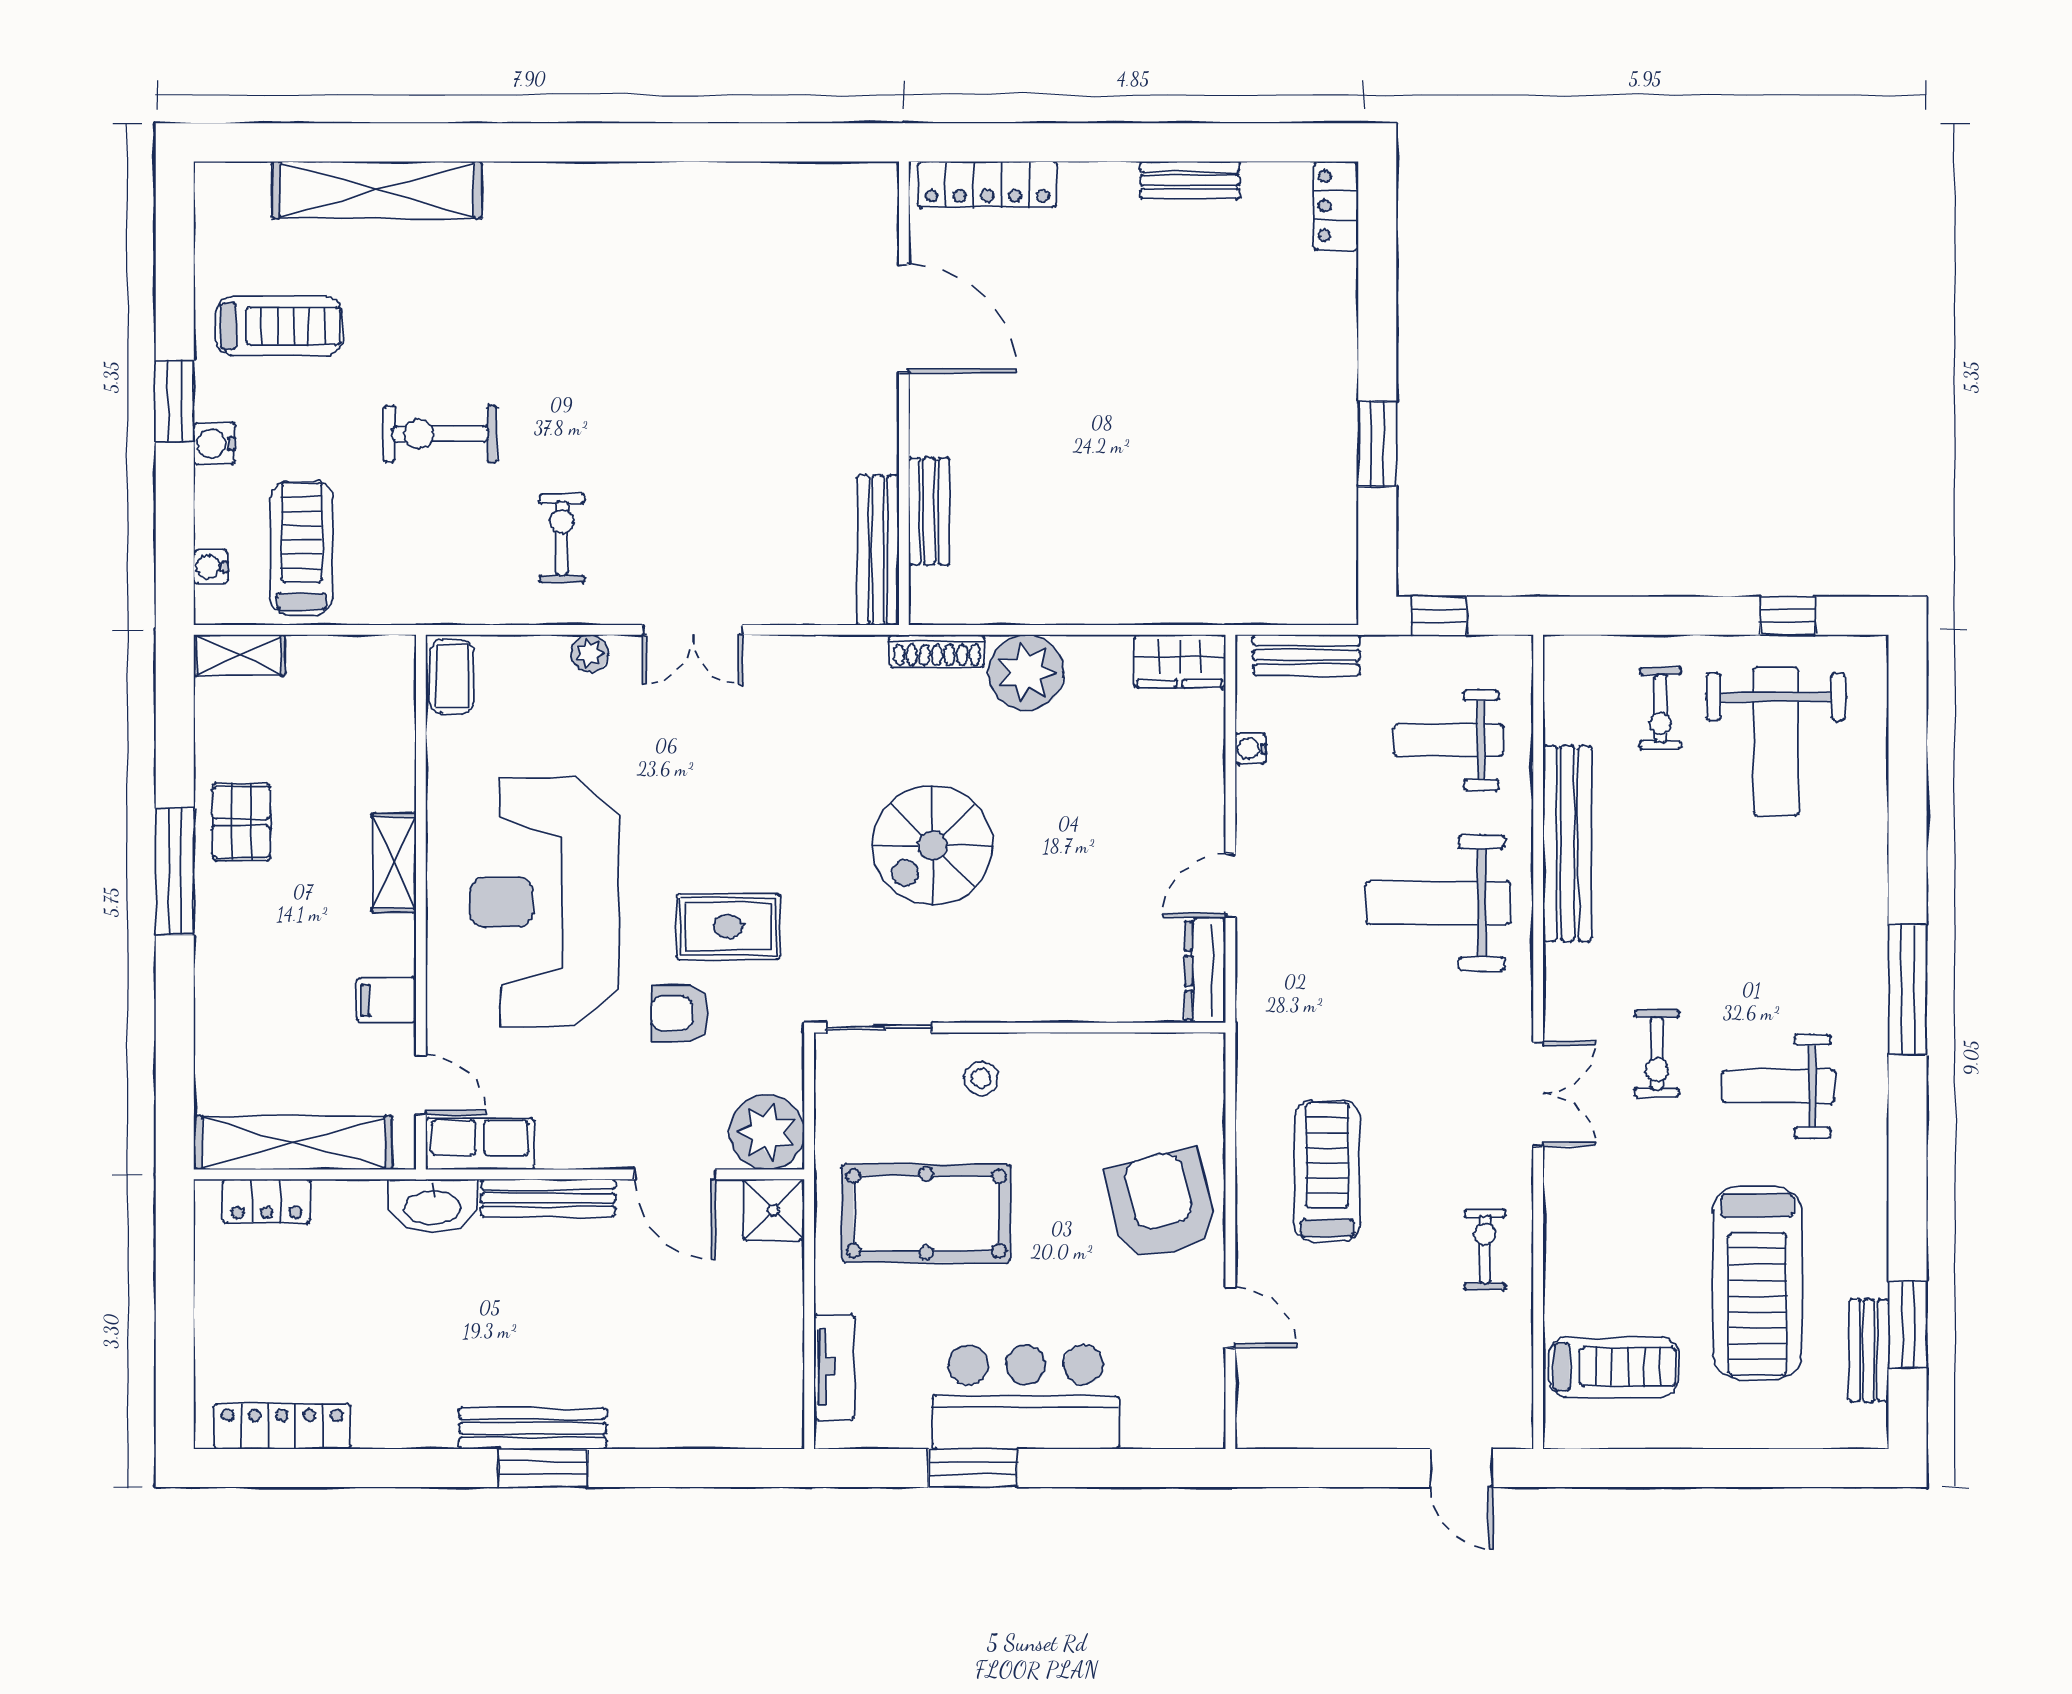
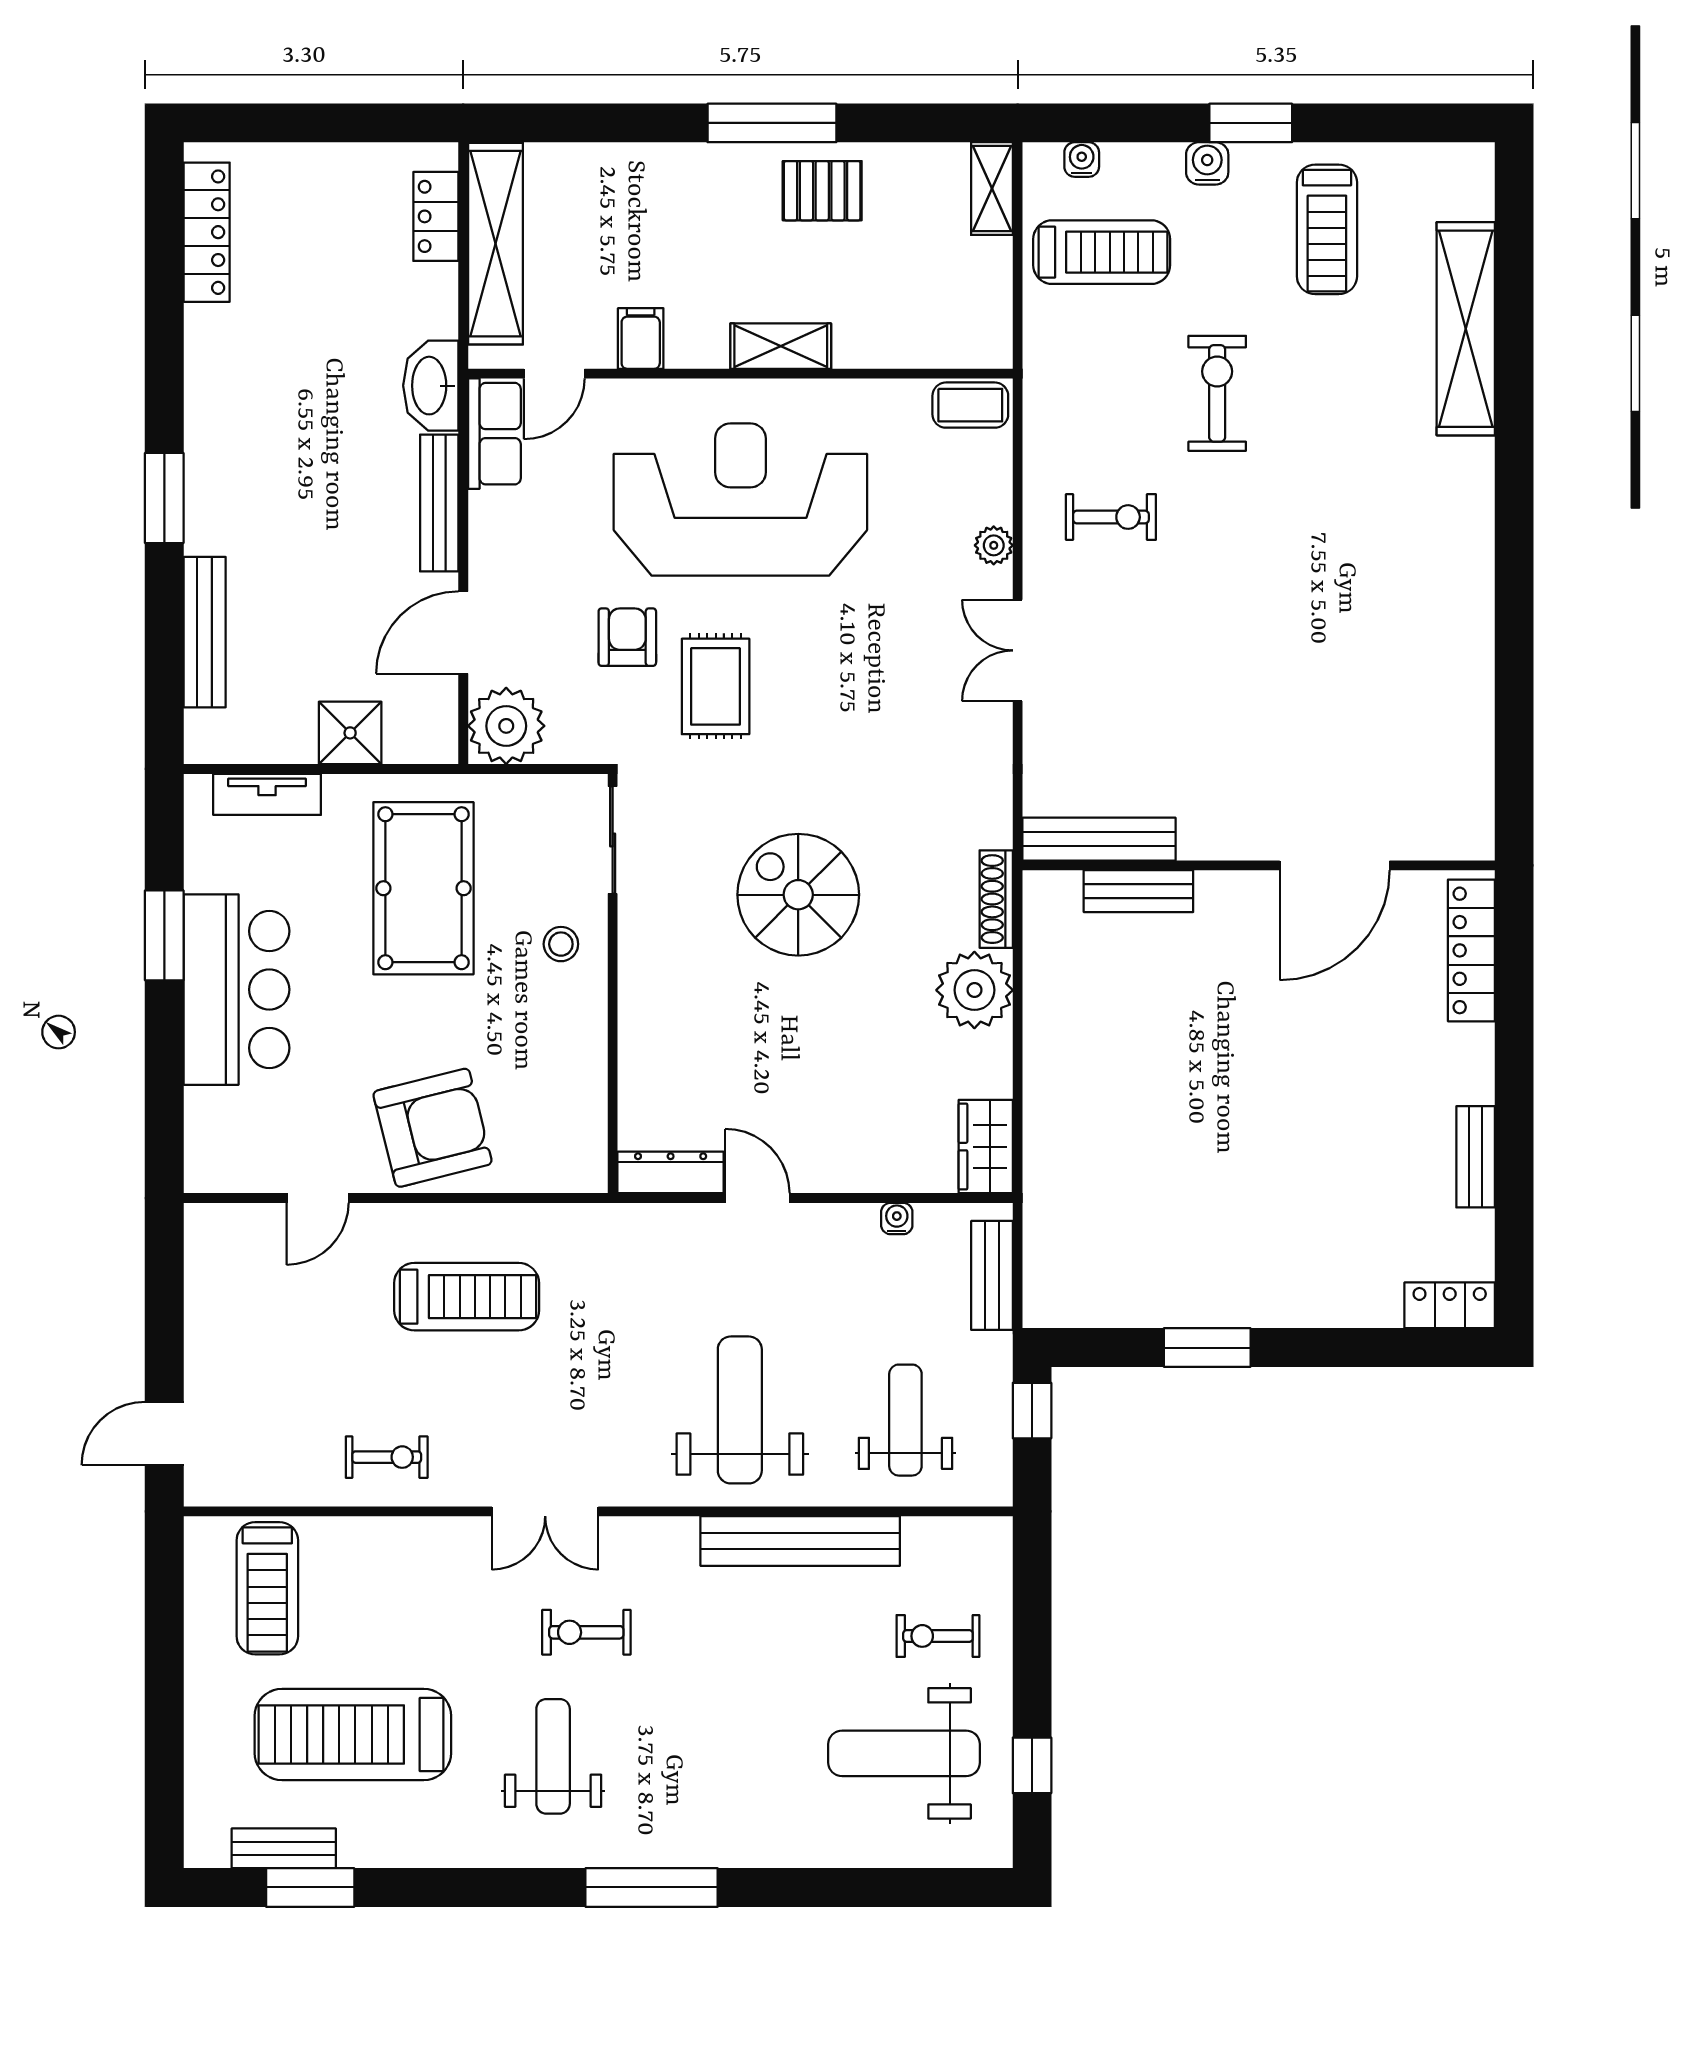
shower: (774, 1210) -> (350, 733), moved
bench: (533, 1428) -> (205, 632), moved

